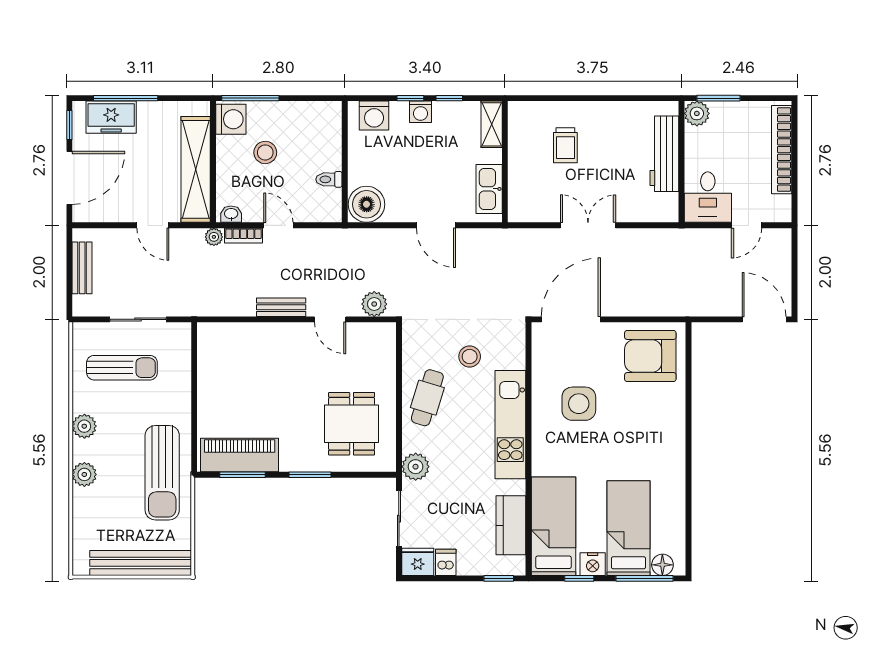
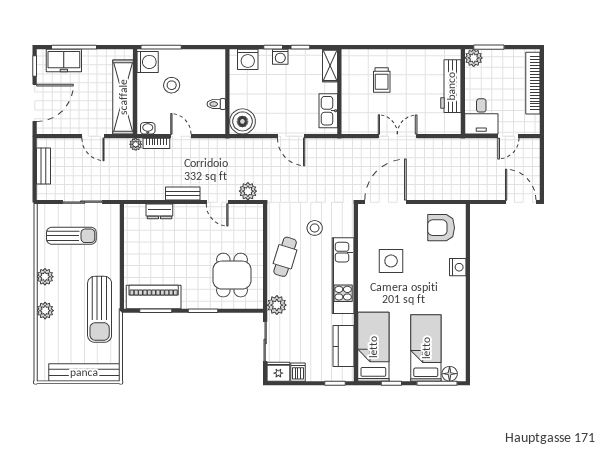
dresser: (248, 333) -> (159, 211), added
armchair: (650, 356) -> (441, 228), width x0.73, depth x0.73
nightstand: (593, 564) -> (458, 267), moved, turned -90

